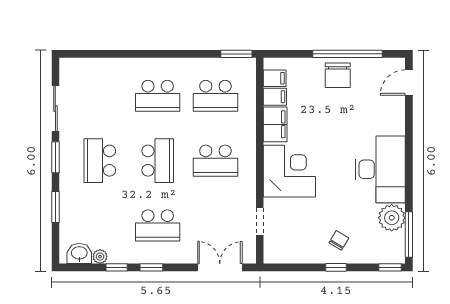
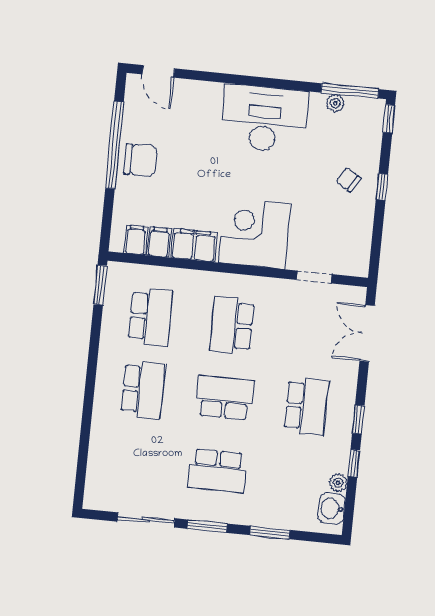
school desk: (215, 161) -> (232, 325), turned 180
plant: (392, 218) -> (335, 103), width x0.53, depth x0.53

